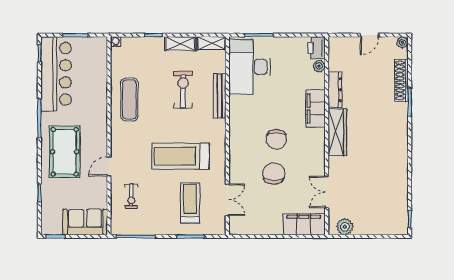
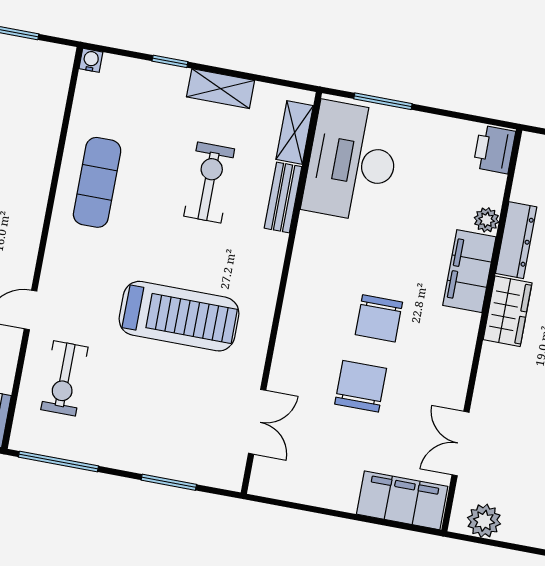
shelving: (211, 43) -> (295, 132), moved, turned 90
plant: (319, 66) -> (486, 220), moved
bench: (220, 96) -> (283, 197), width x0.73
wardrobe: (337, 132) -> (508, 311), width x0.67
treadmill: (181, 156) -> (179, 316), turned 180
exercise bike: (131, 196) -> (64, 378), width x1.38, depth x1.39
treadmill: (190, 203) -> (180, 414), removed

